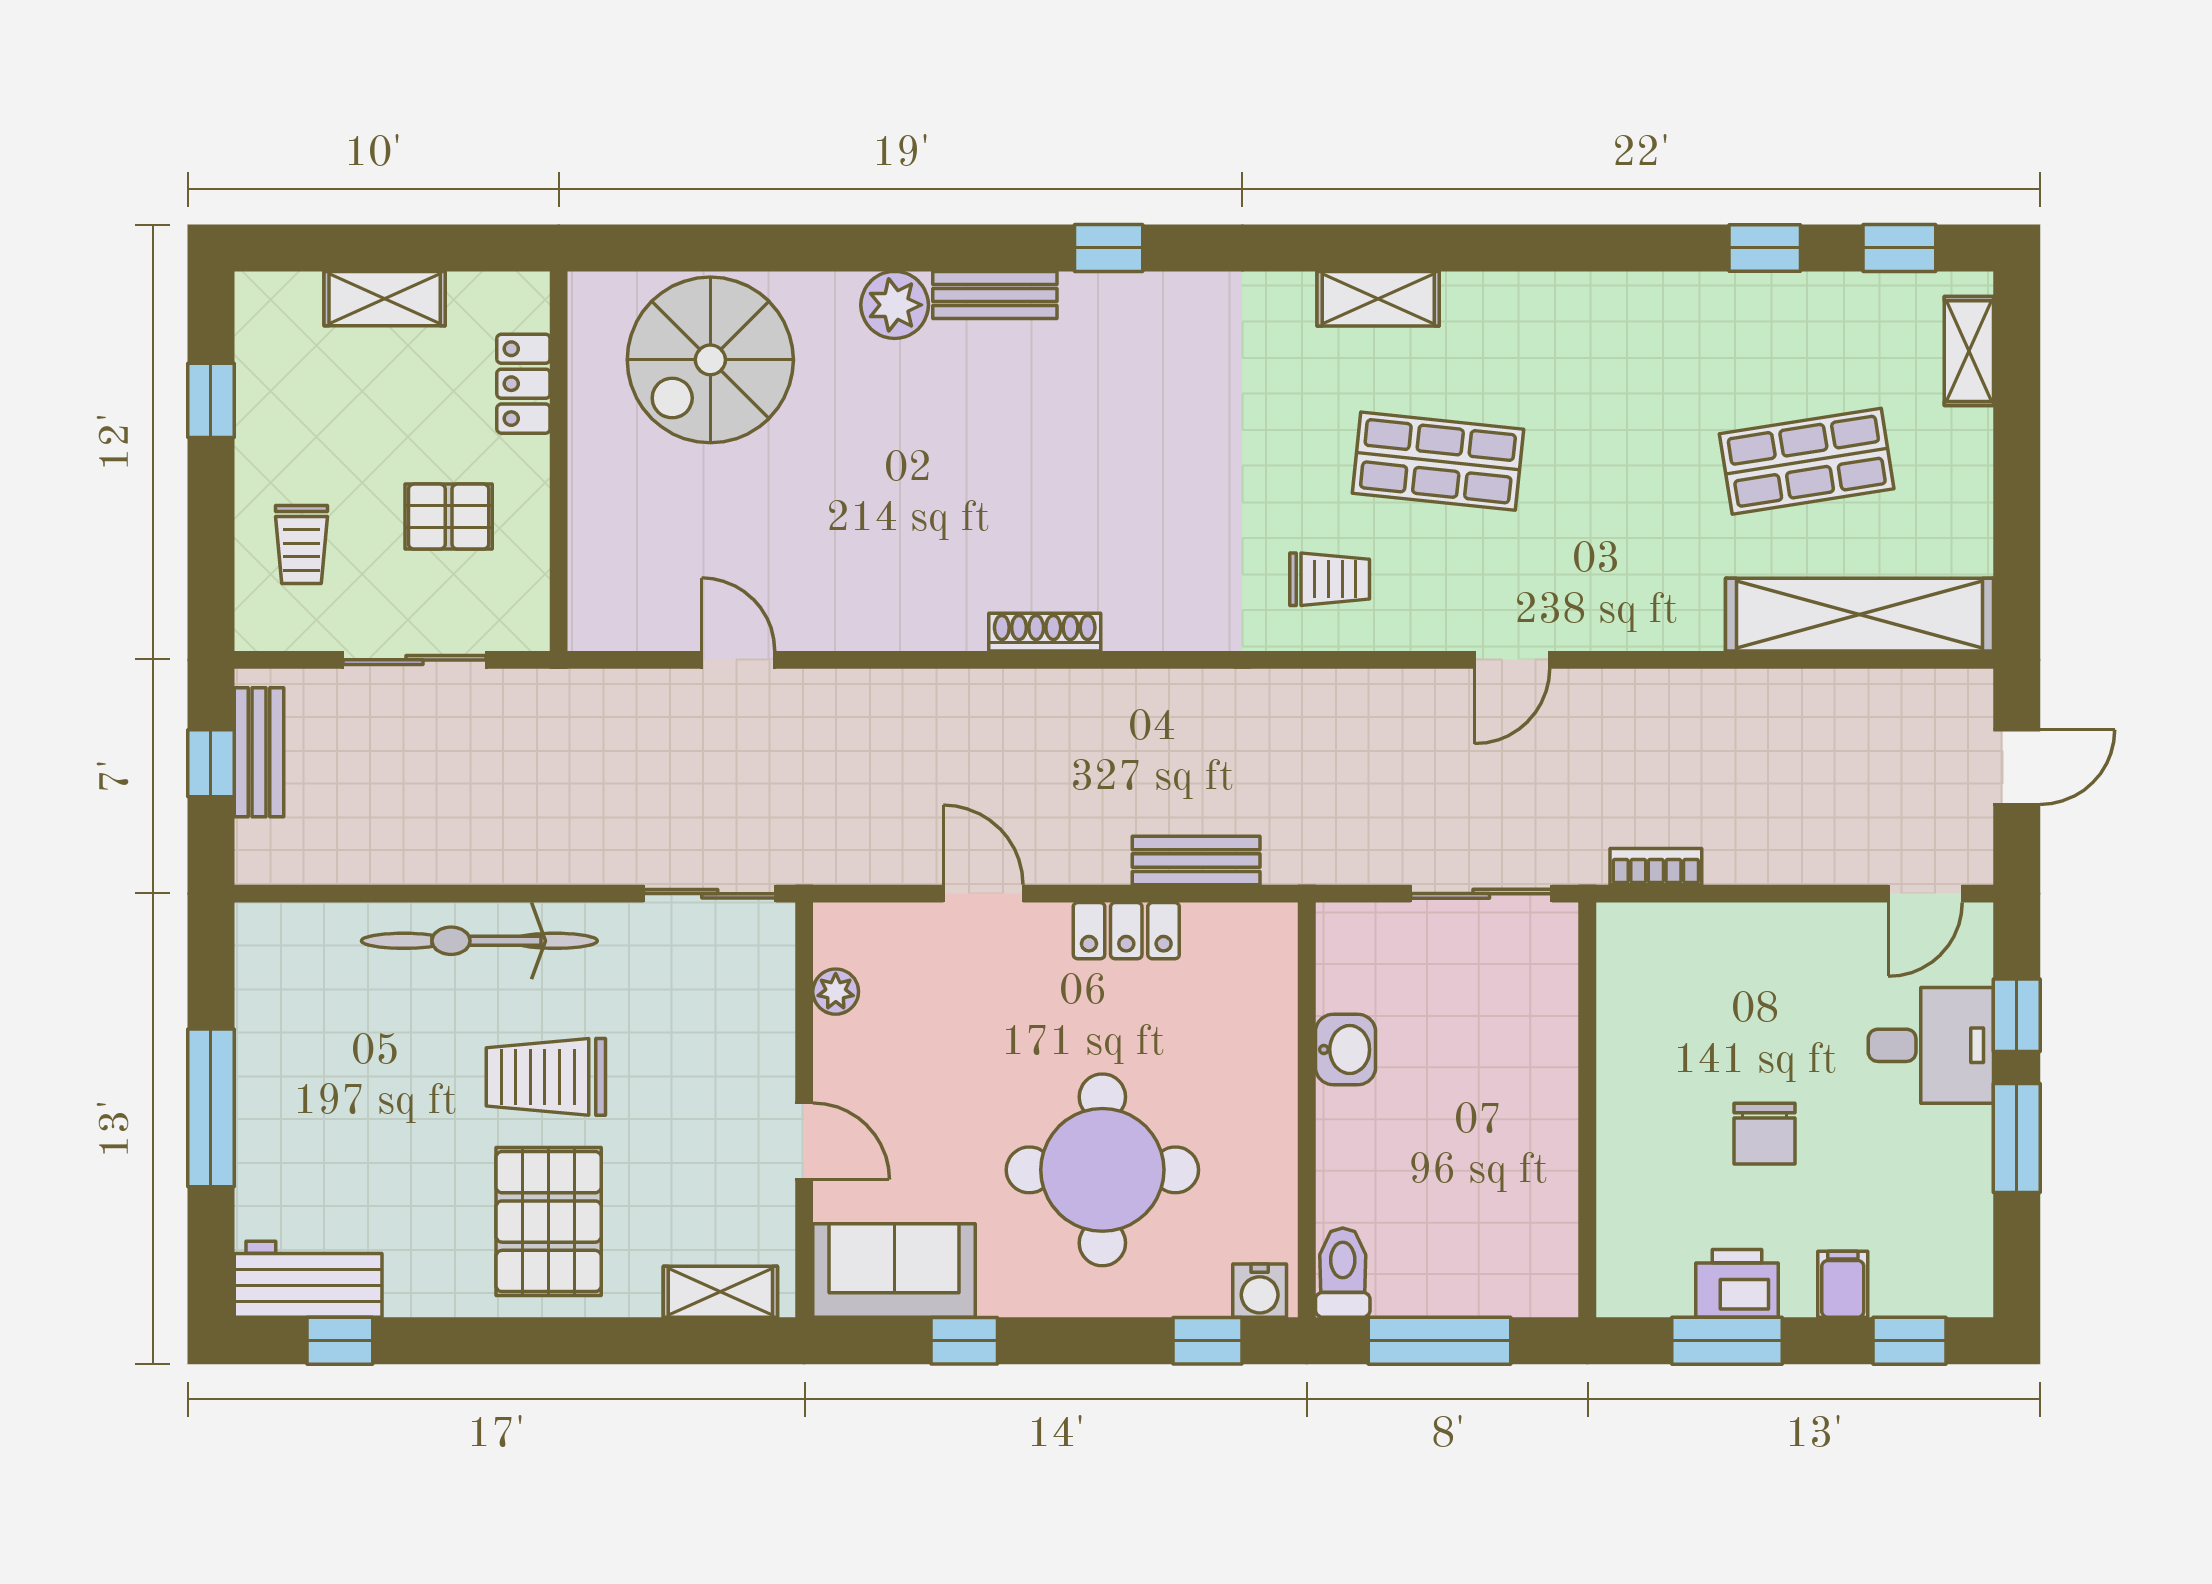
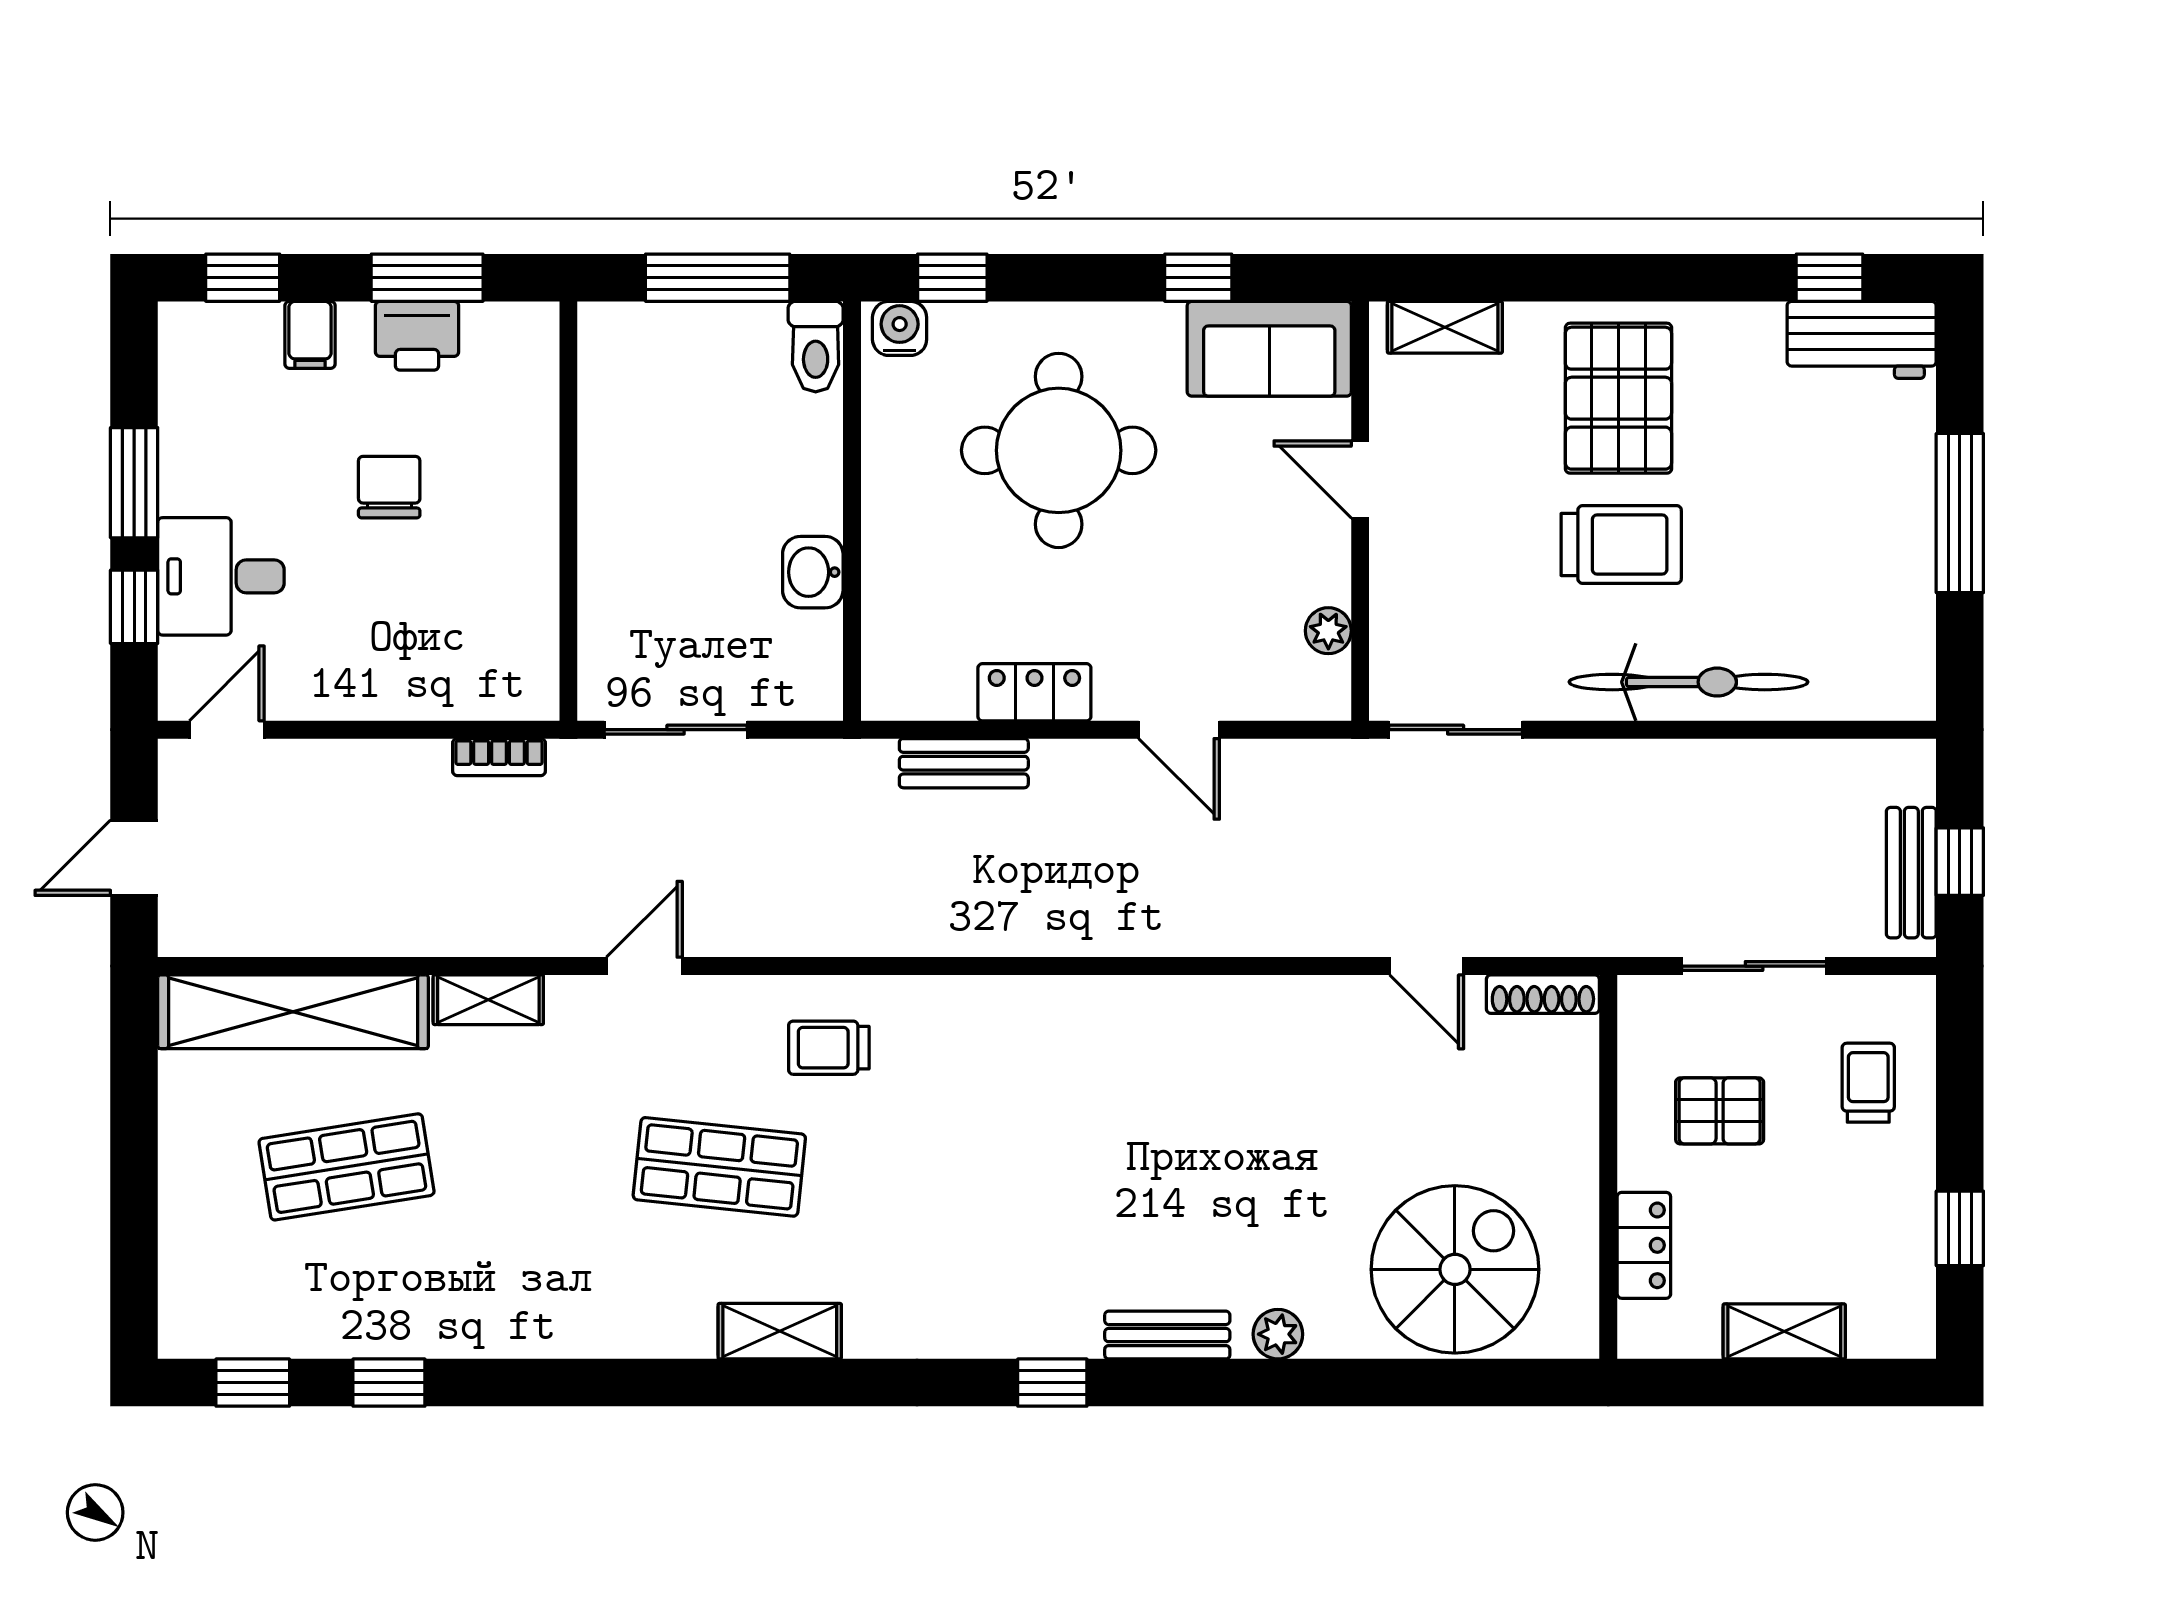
plant: (895, 305) -> (1278, 1334), width x0.73, depth x0.73
shelving: (1969, 351) -> (488, 1000), moved, turned 90
shoe rack: (1045, 632) -> (1543, 994), moved

